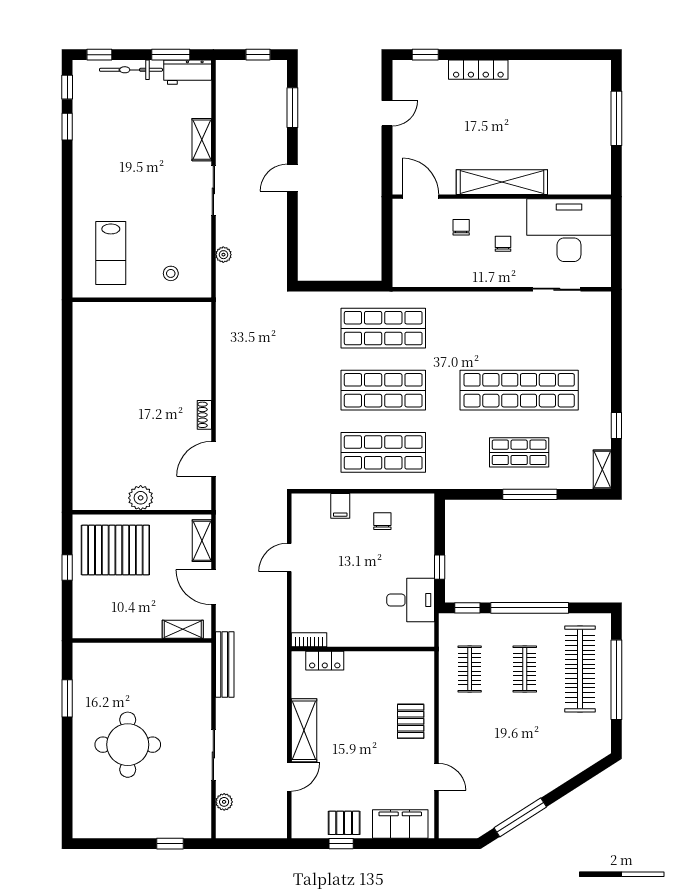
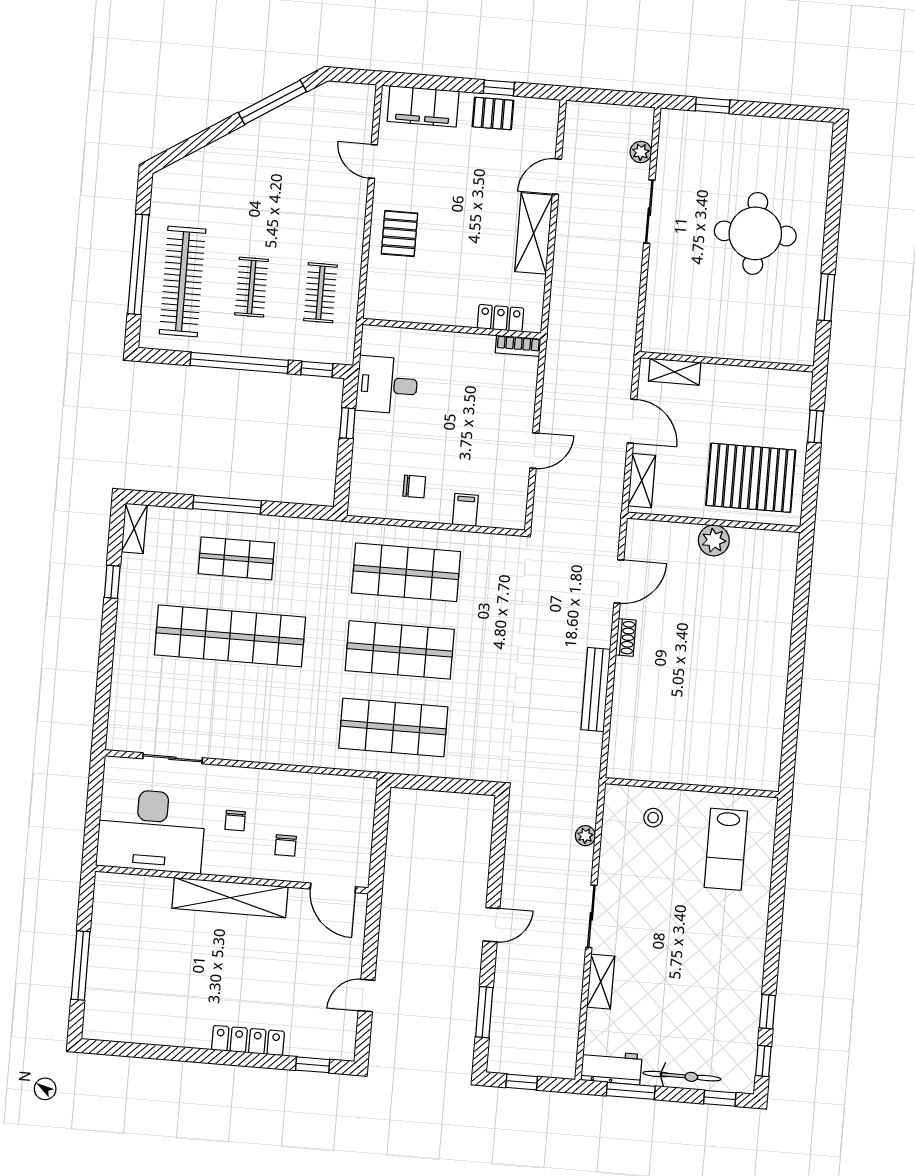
lab bench: (111, 253) -> (726, 849), turned 180
chair: (382, 521) -> (414, 486), turned -90
window: (67, 568) -> (816, 427), moved
bench: (225, 665) -> (596, 690), moved

